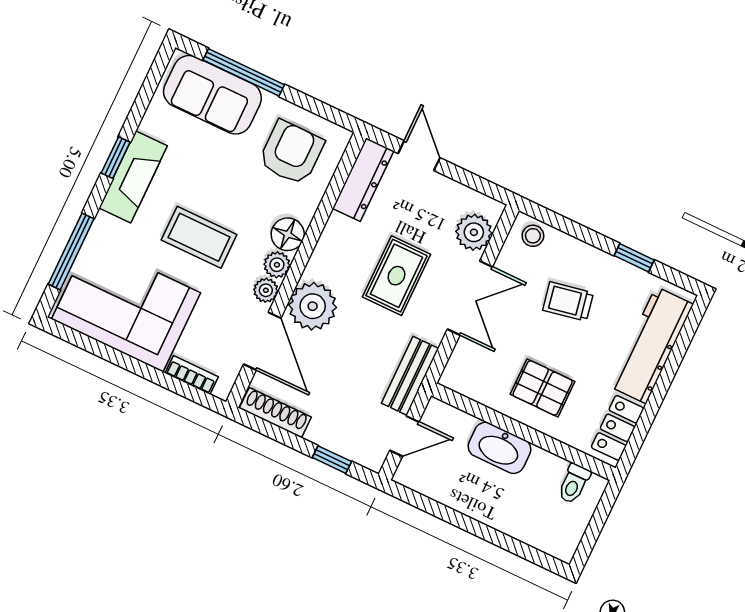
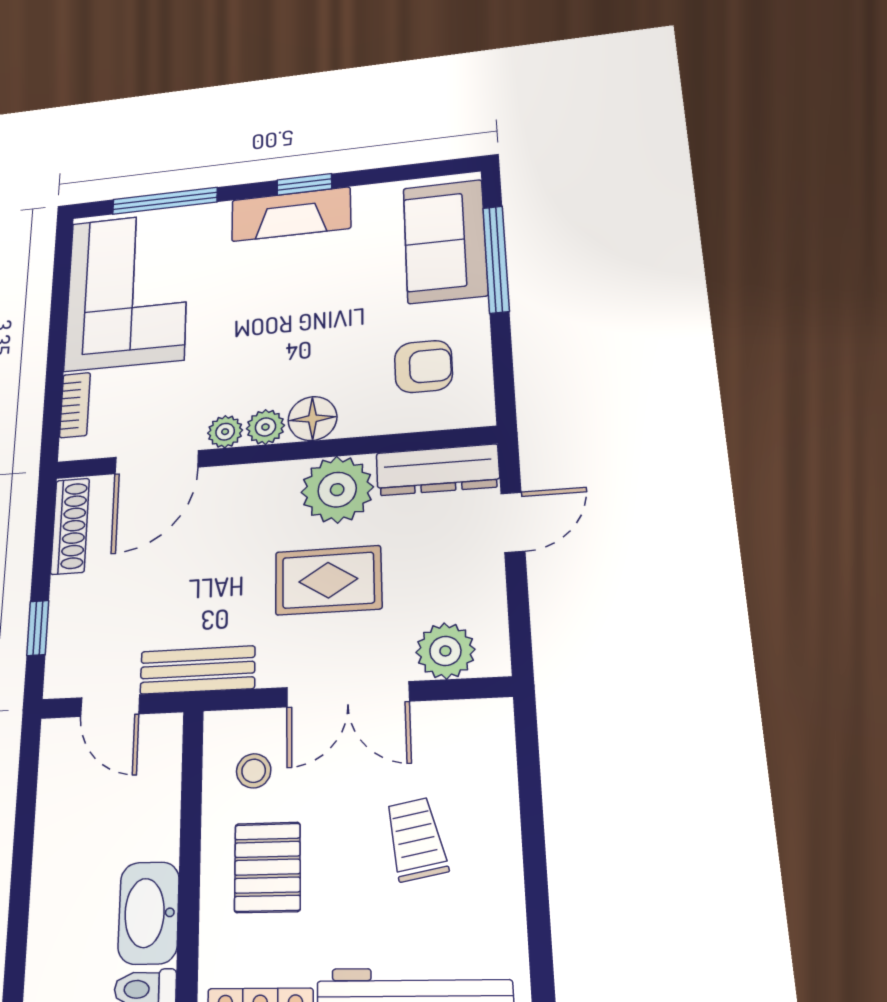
armchair: (291, 153) -> (423, 366), width x0.72, depth x0.72
stool: (533, 236) -> (254, 771), moved
coffee table: (199, 237) -> (254, 322), removed
window: (634, 258) -> (538, 908), removed
plant: (313, 306) -> (337, 490), moved
washbasin: (499, 448) -> (149, 913), moved

